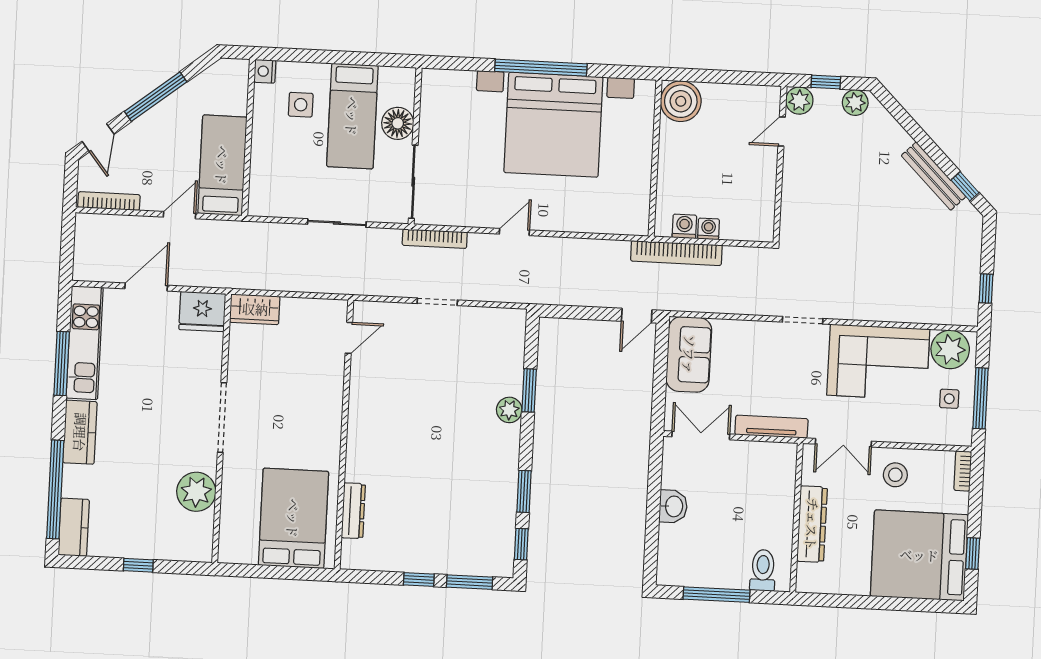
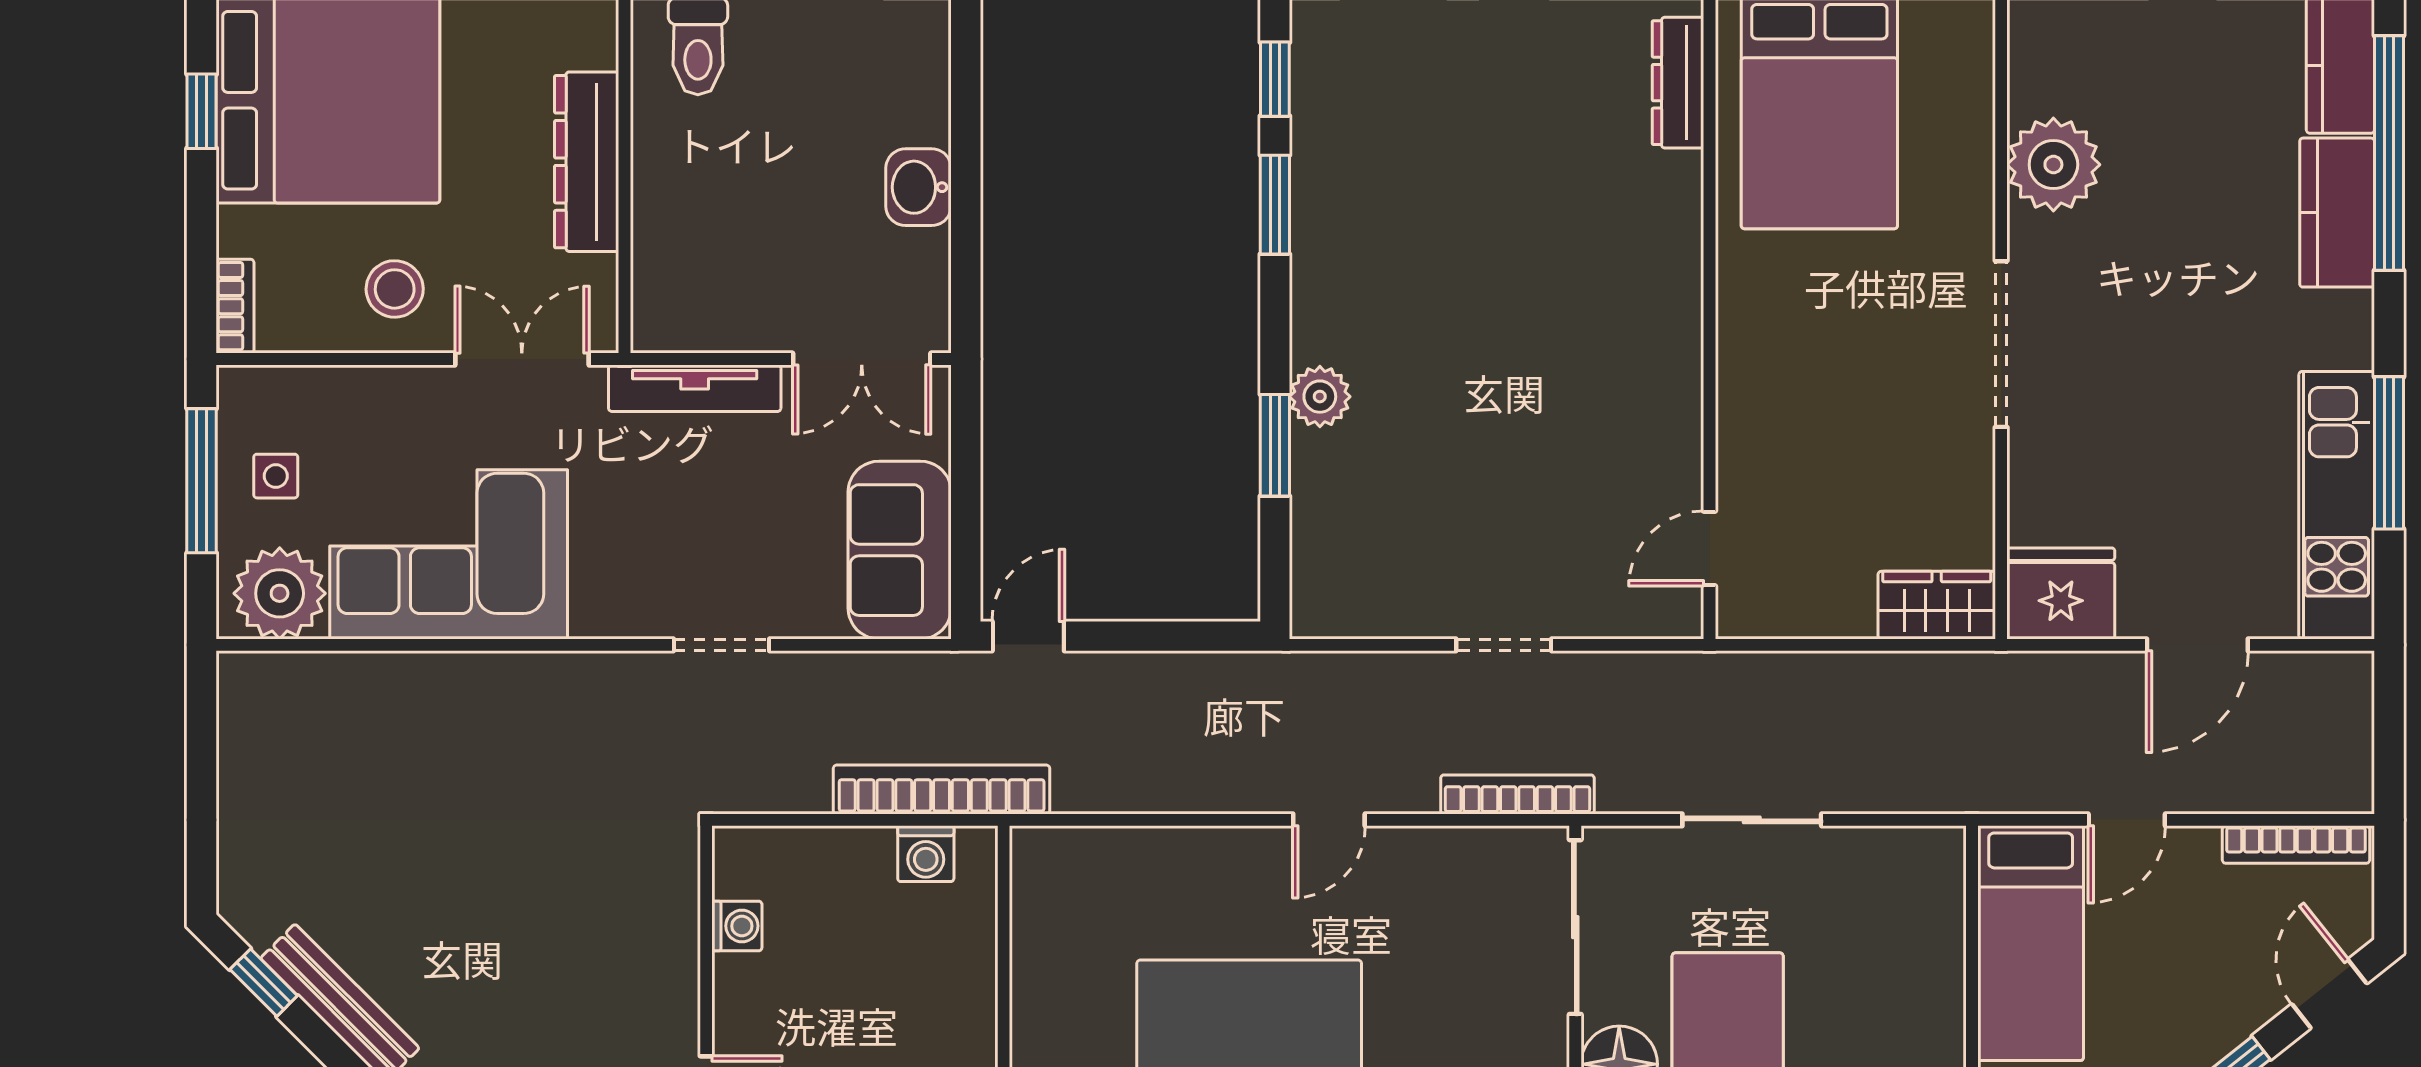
washing machine: (708, 229) -> (737, 926), moved, turned -90
window: (986, 288) -> (202, 742), removed
doorway: (803, 320) -> (721, 645), moved
kitchen counter: (80, 432) -> (2337, 213), moved
dresser: (353, 511) -> (1678, 83), moved

